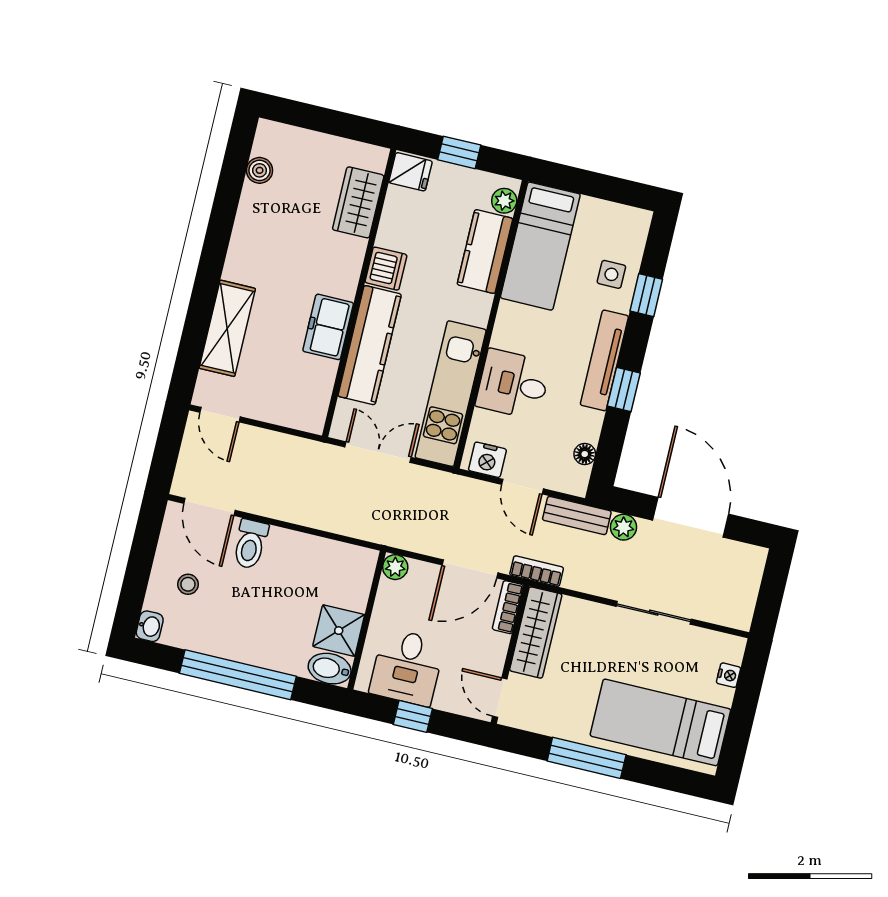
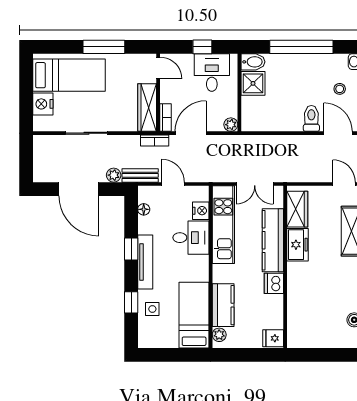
window: (459, 152) -> (249, 355), removed
wardrobe: (358, 202) -> (297, 209), moved
nightstand: (487, 460) -> (201, 211), moved, turned 90
nightstand: (729, 675) -> (43, 104), width x1.89, depth x1.79

